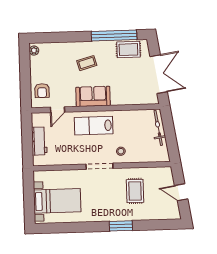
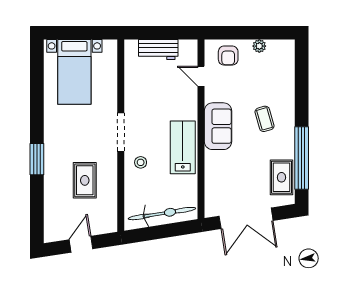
plant: (34, 51) -> (259, 46), moved
armchair: (42, 91) -> (228, 56), turned -90
lab bench: (94, 126) -> (183, 147), moved
bicycle: (158, 128) -> (162, 214), width x1.37, depth x1.40
rug: (135, 191) -> (85, 180), turned 90

